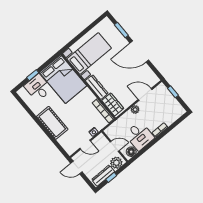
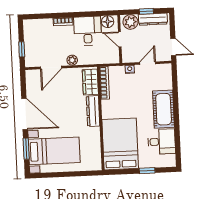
bed with nightstands: (89, 54) -> (54, 151), moved, turned 180
desk: (38, 88) -> (162, 142), moved, turned -90
door: (145, 94) -> (51, 68), hinge flipped
door: (85, 145) -> (148, 63), hinge flipped

